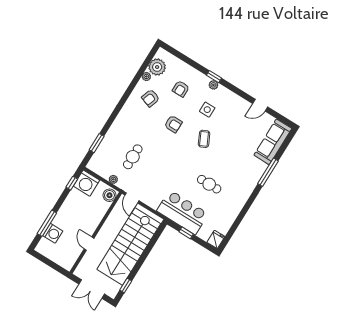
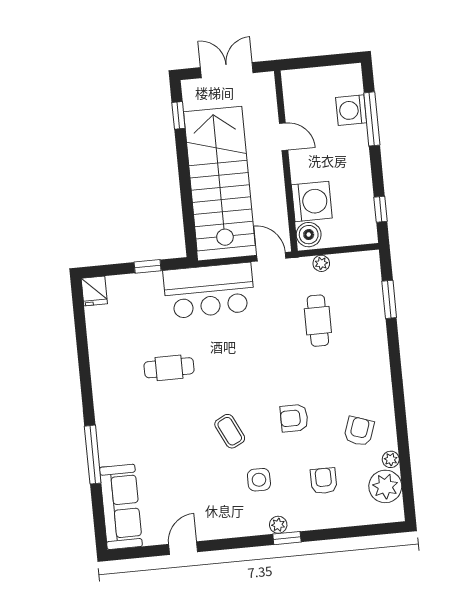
washing machine: (87, 183) -> (312, 201), moved, turned 90
bar counter: (183, 212) -> (209, 291), moved

